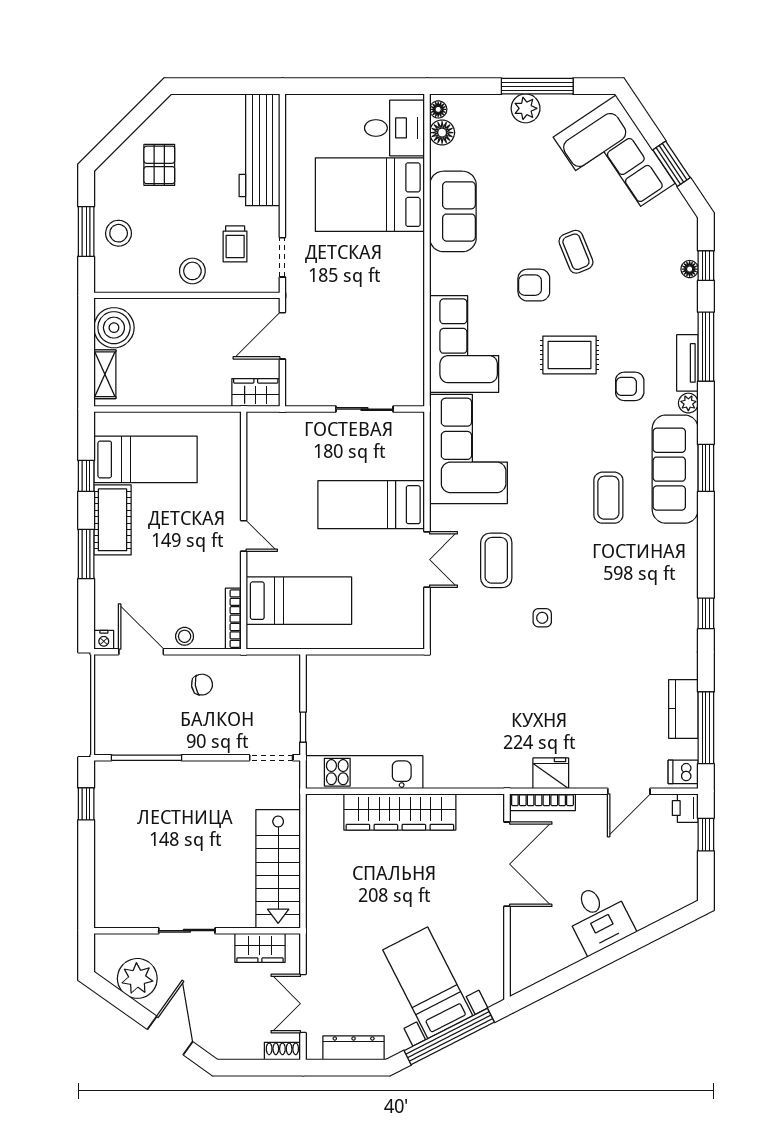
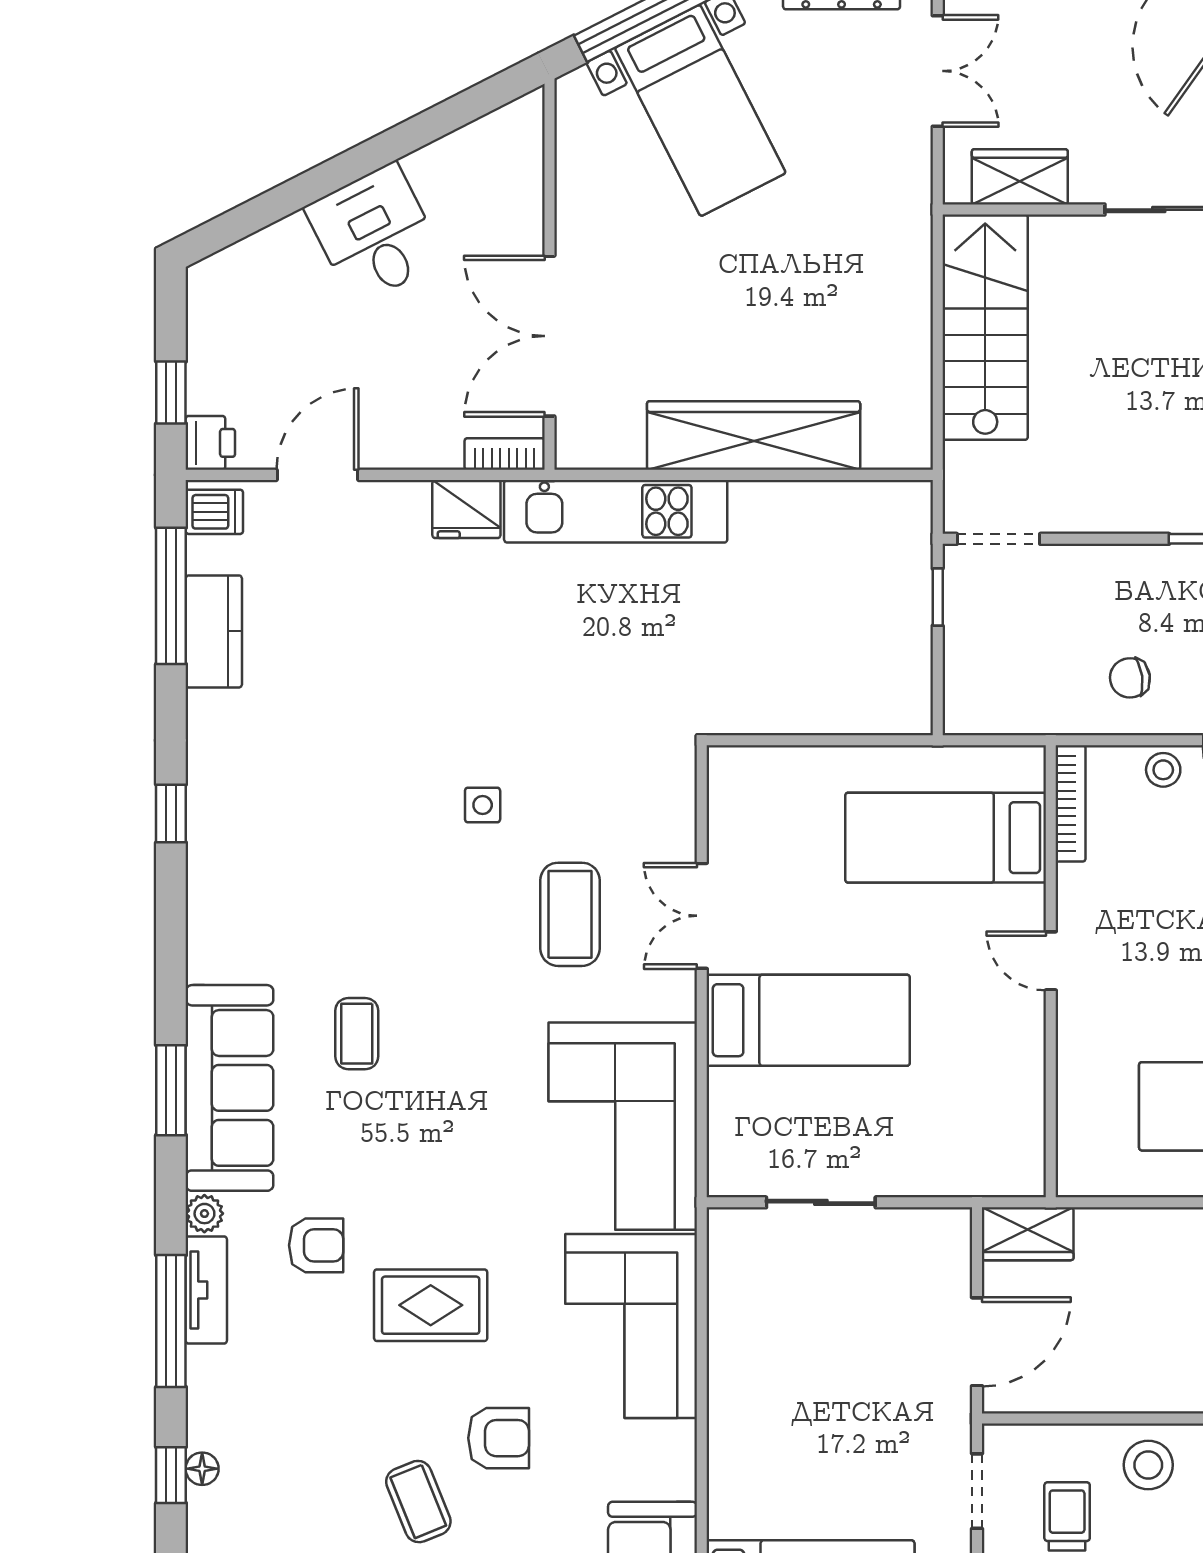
coffee table: (608, 498) -> (357, 1034), width x0.73, depth x0.77
kitchen unit: (364, 772) -> (616, 511), moved
bookcase: (542, 802) -> (505, 454), width x0.64

